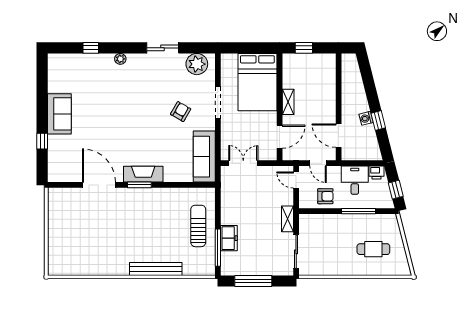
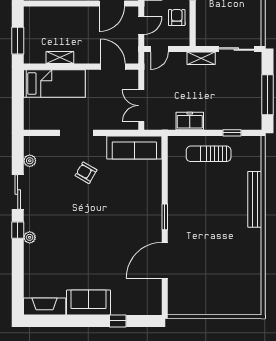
window: (91, 48) -> (18, 230), moved
window: (304, 48) -> (18, 41), width x1.50
plant: (197, 64) -> (30, 161), width x0.53, depth x0.53
bed: (257, 82) -> (54, 83), width x0.67
shelving: (288, 102) -> (60, 58), moved
fireplace: (143, 174) -> (45, 306), moved, turned 90
freezer: (229, 238) -> (190, 121), moved
window: (218, 248) -> (232, 133), width x0.46

